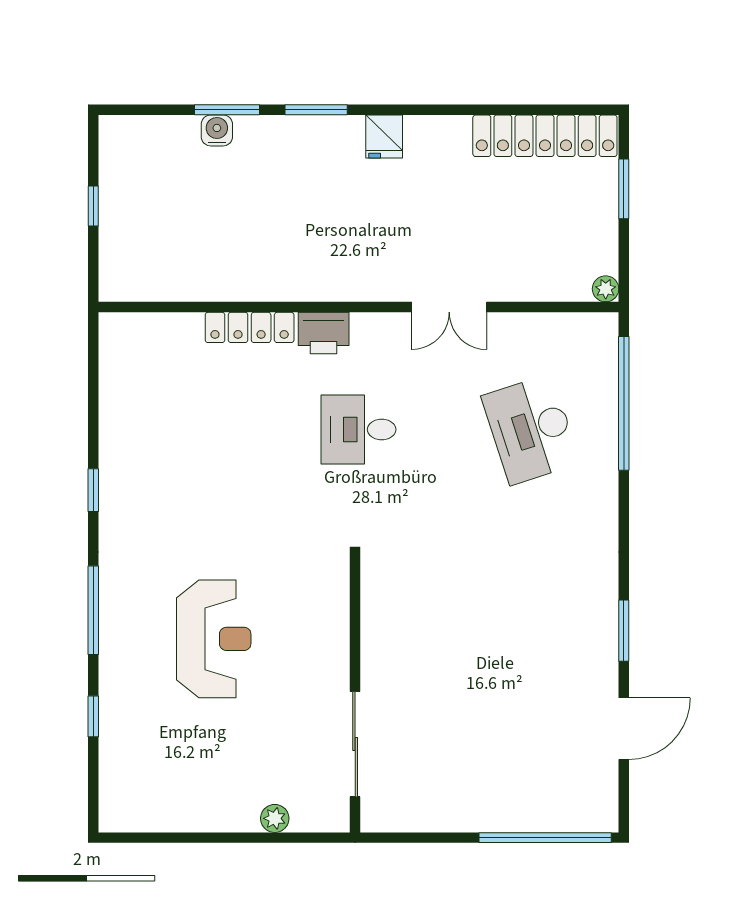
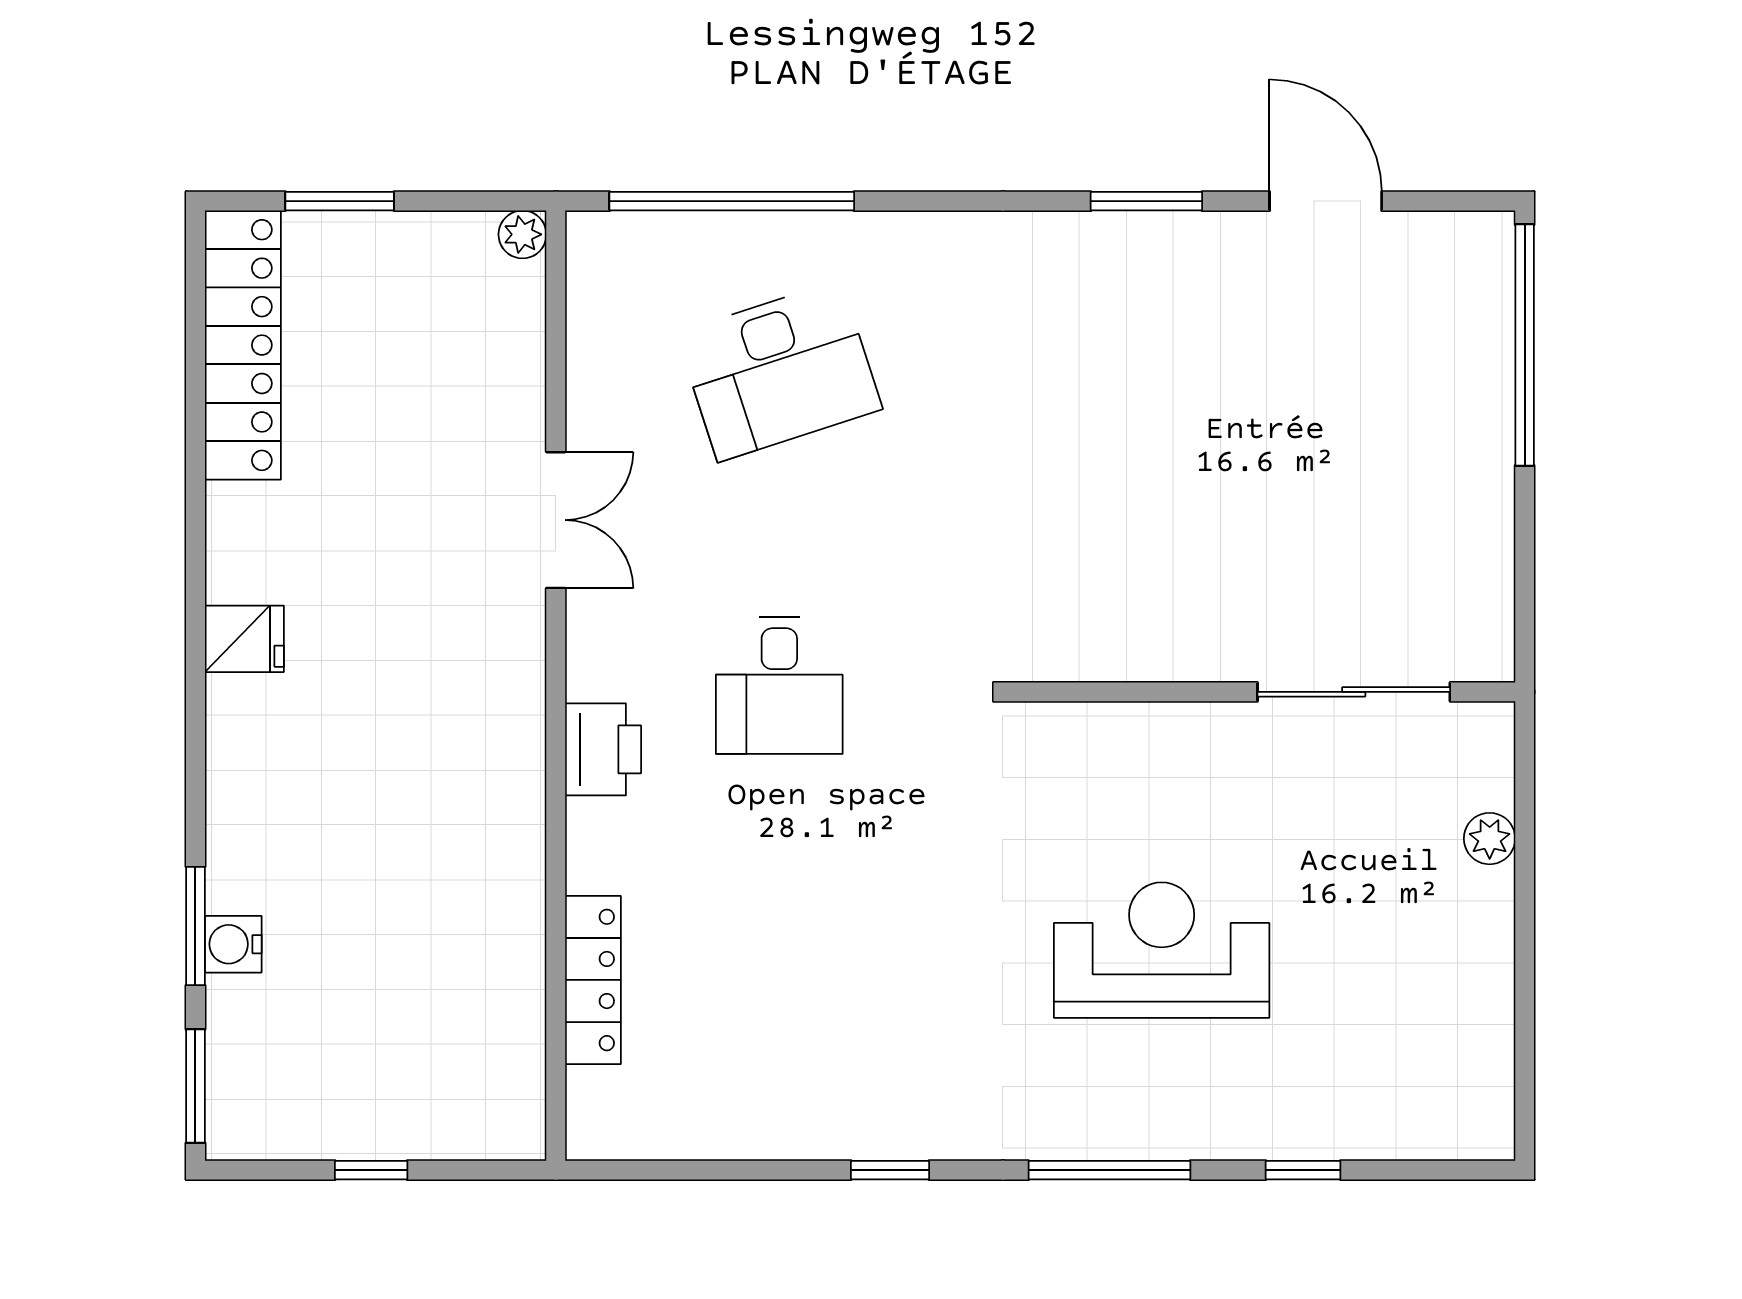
window: (316, 110) -> (195, 1086), moved
locker: (250, 327) -> (593, 980), moved

